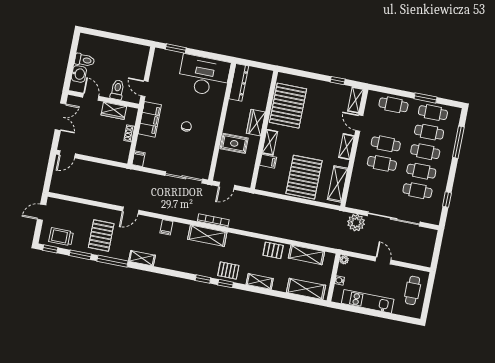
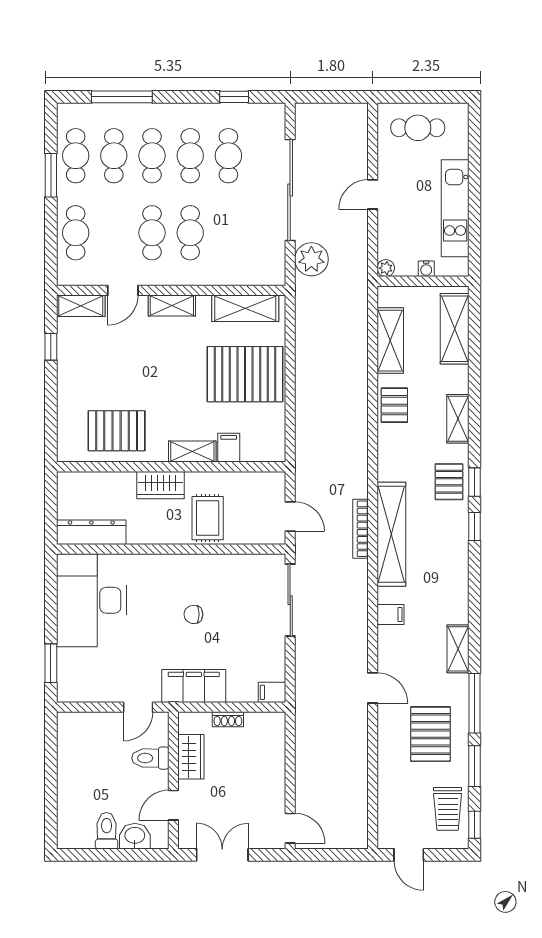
pallet: (288, 106) -> (117, 431), width x0.73, depth x0.71
pallet: (101, 236) -> (431, 734), turned 90
shelving: (207, 236) -> (391, 534), width x1.47

